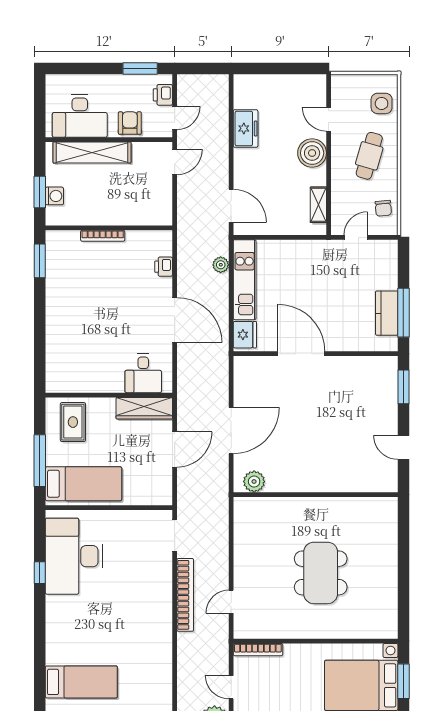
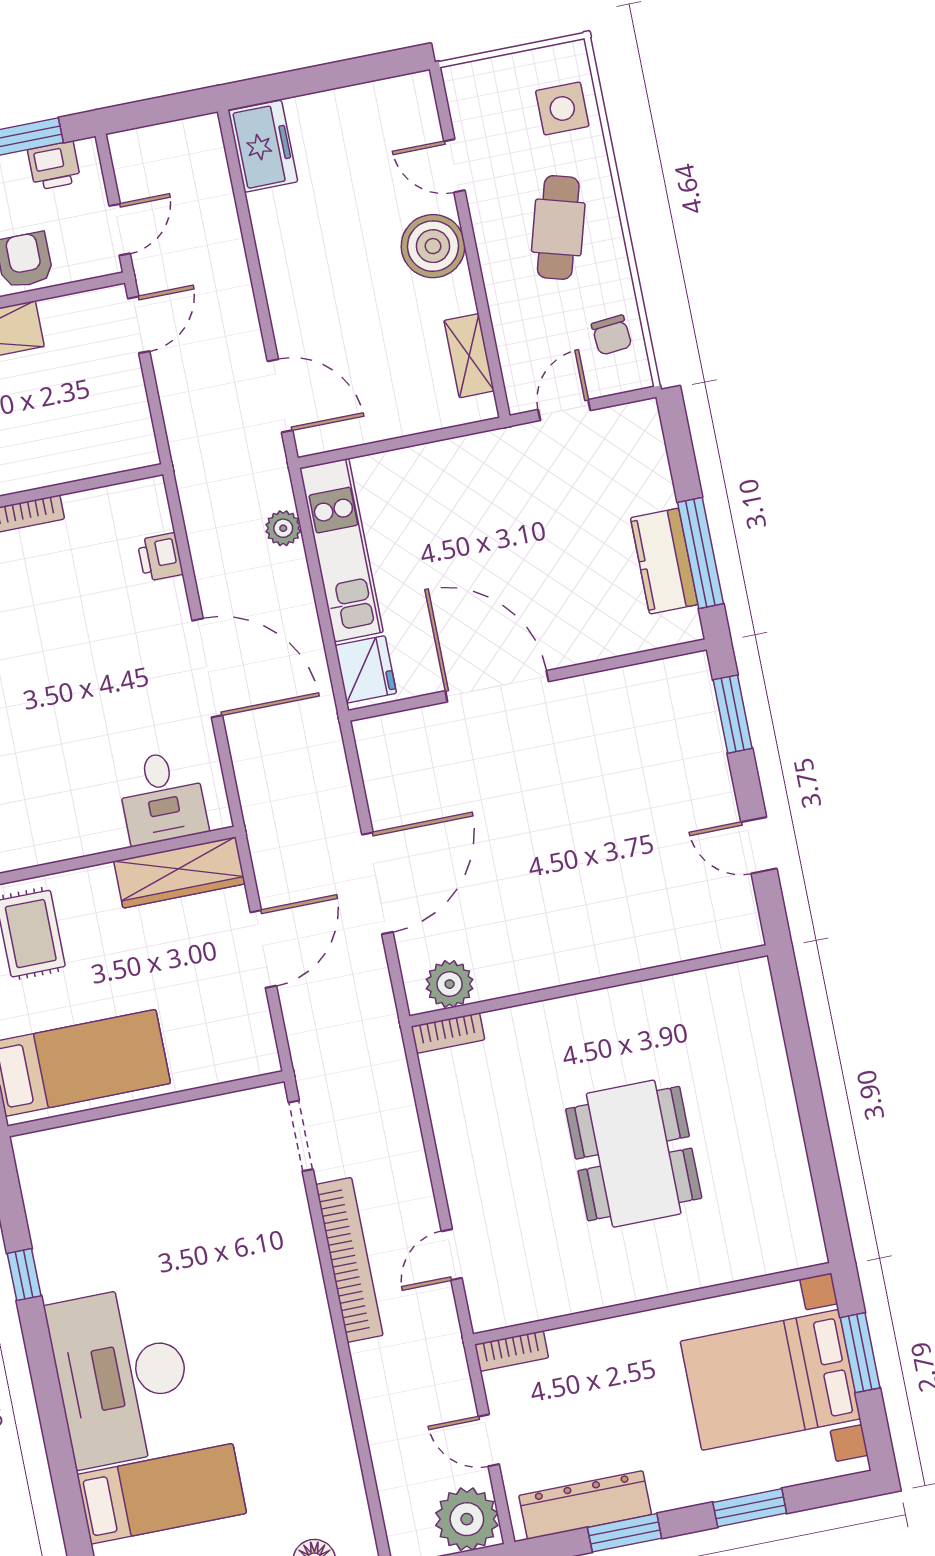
printer: (163, 95) -> (54, 166), moved, turned -90
freezer: (246, 128) -> (263, 146), moved
bookcase: (249, 503) -> (448, 1033), added
desk: (74, 556) -> (122, 1376), moved
bookcase: (258, 650) -> (512, 1351), width x0.64

